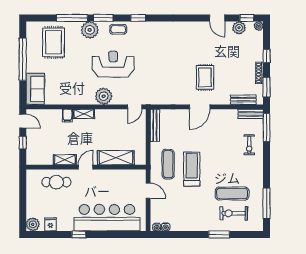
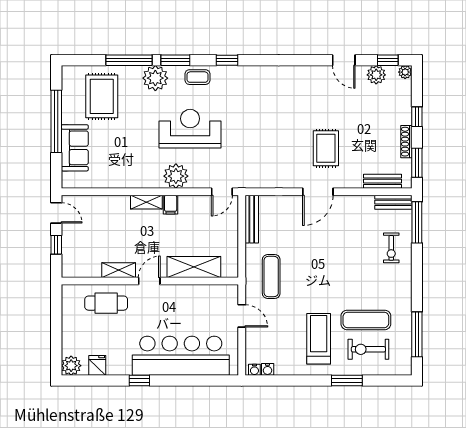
sofa: (35, 89) -> (75, 148), moved
filing cabinet: (67, 116) -> (171, 205), moved
treadmill: (192, 169) -> (319, 339), moved

